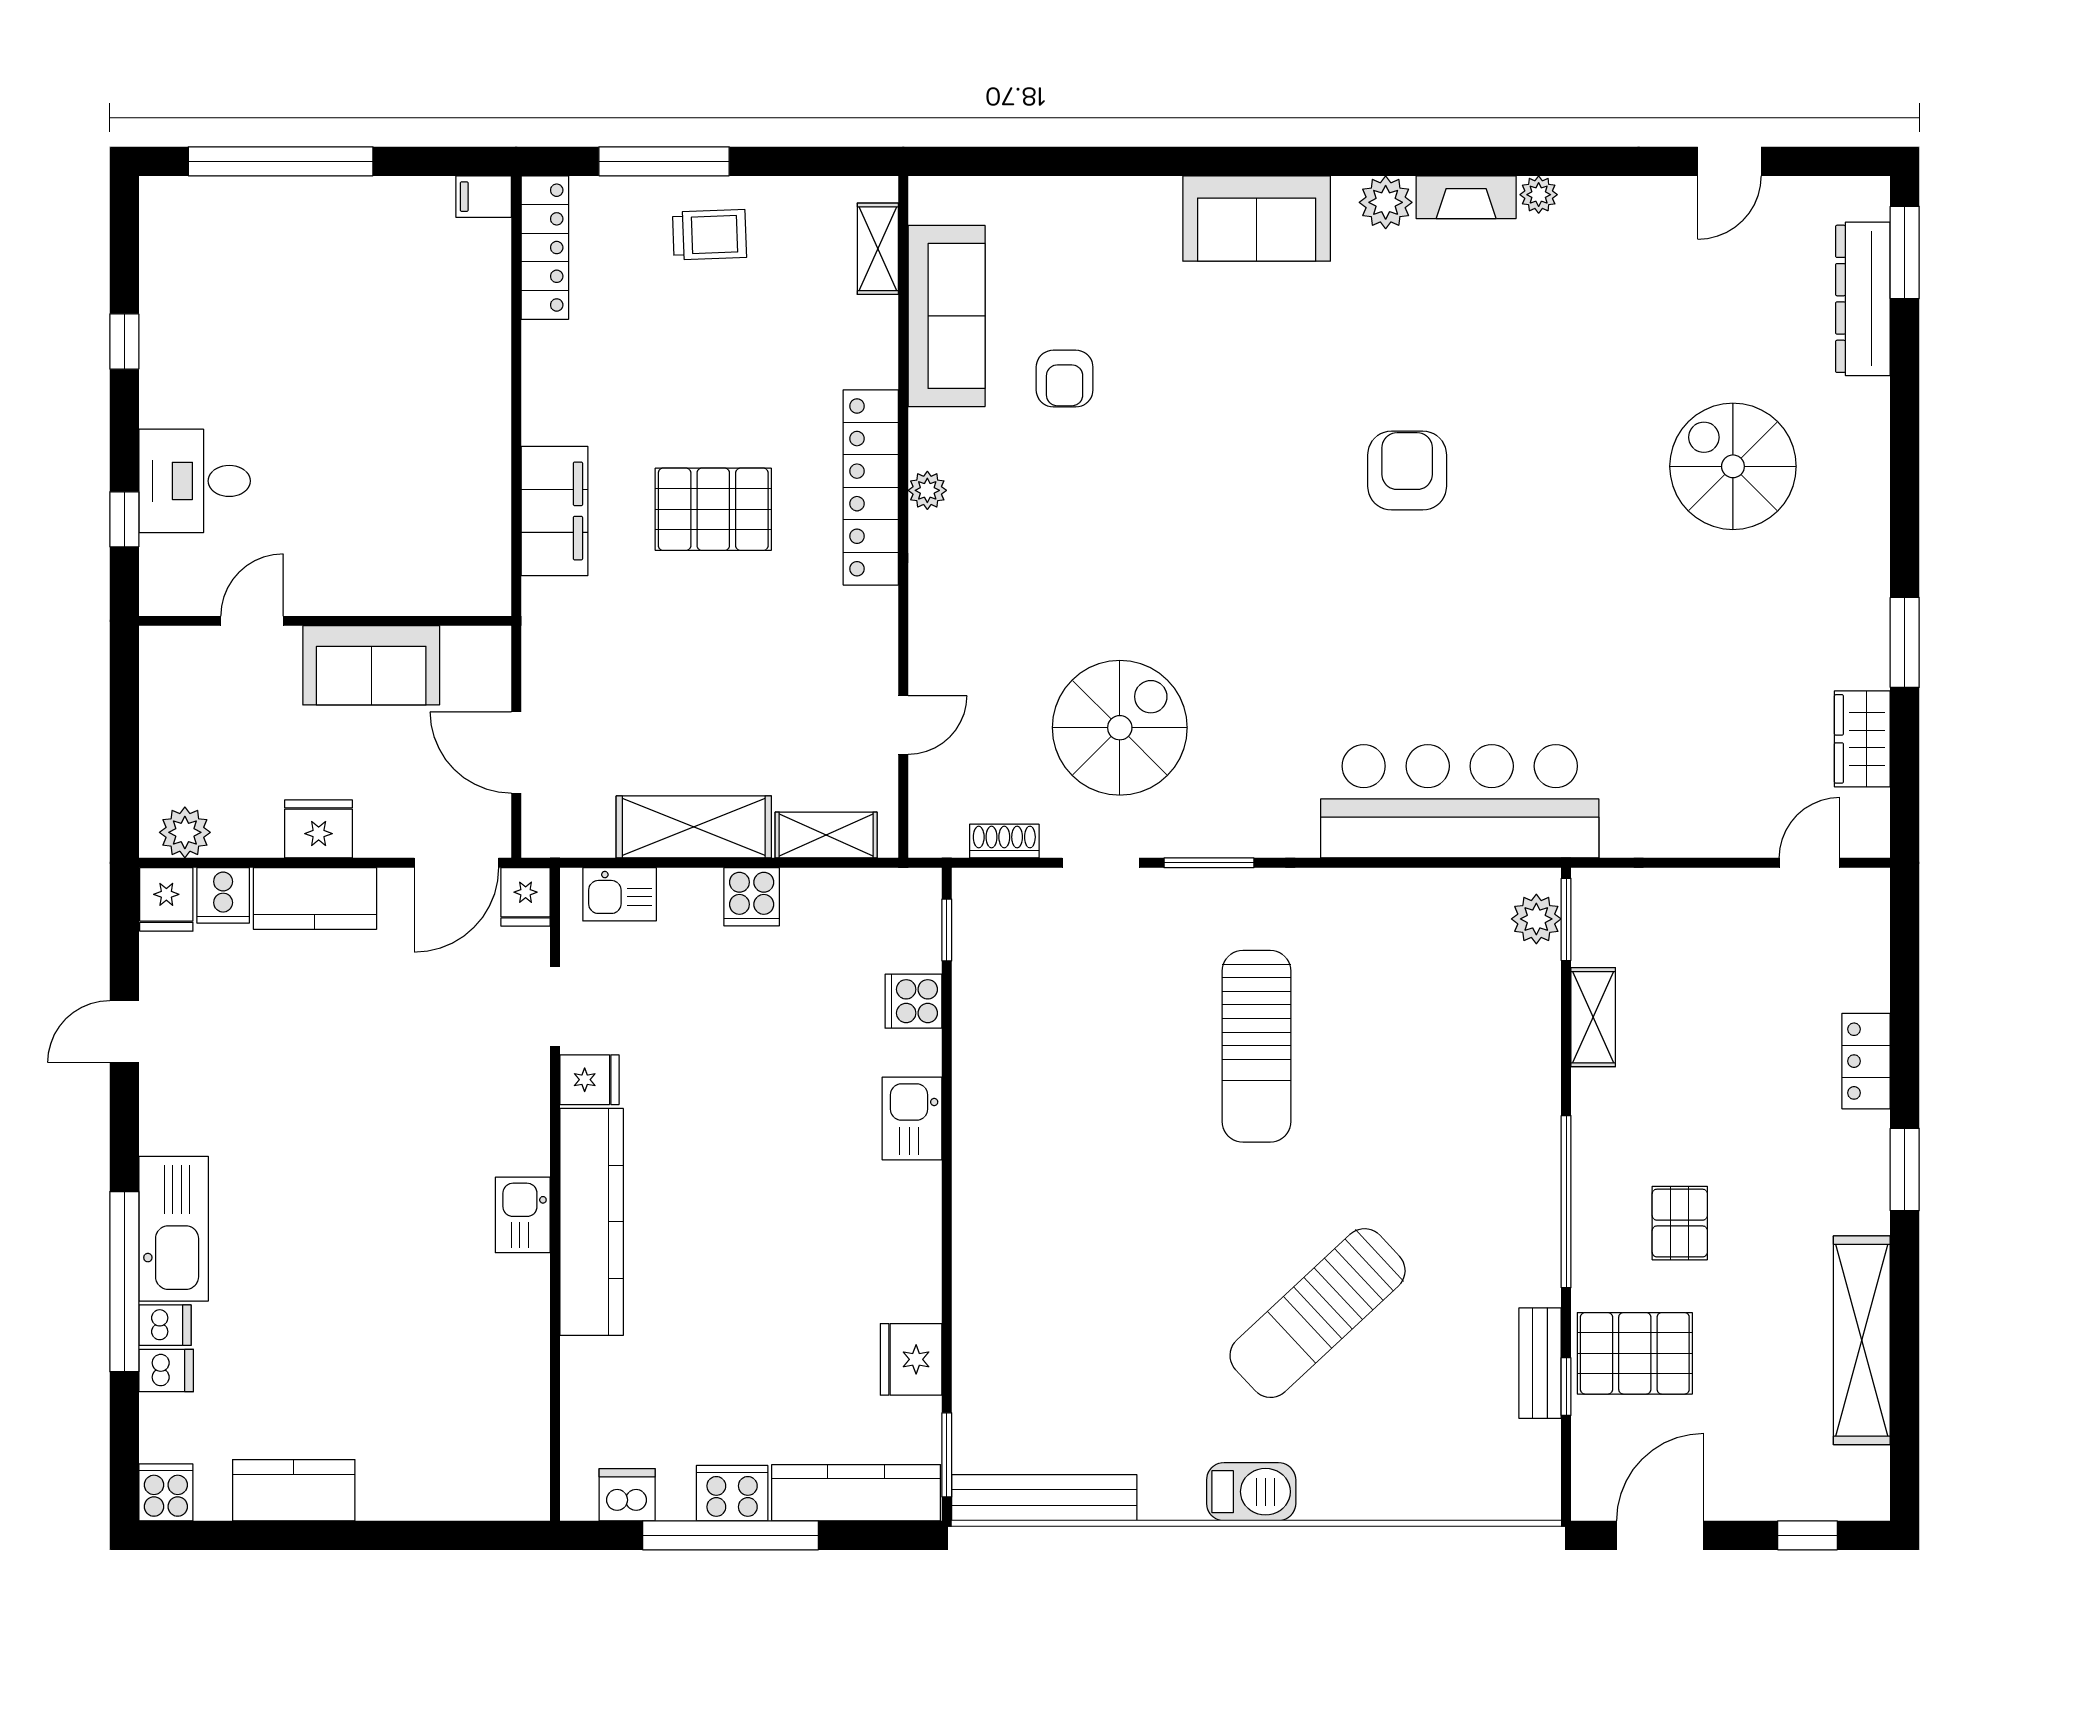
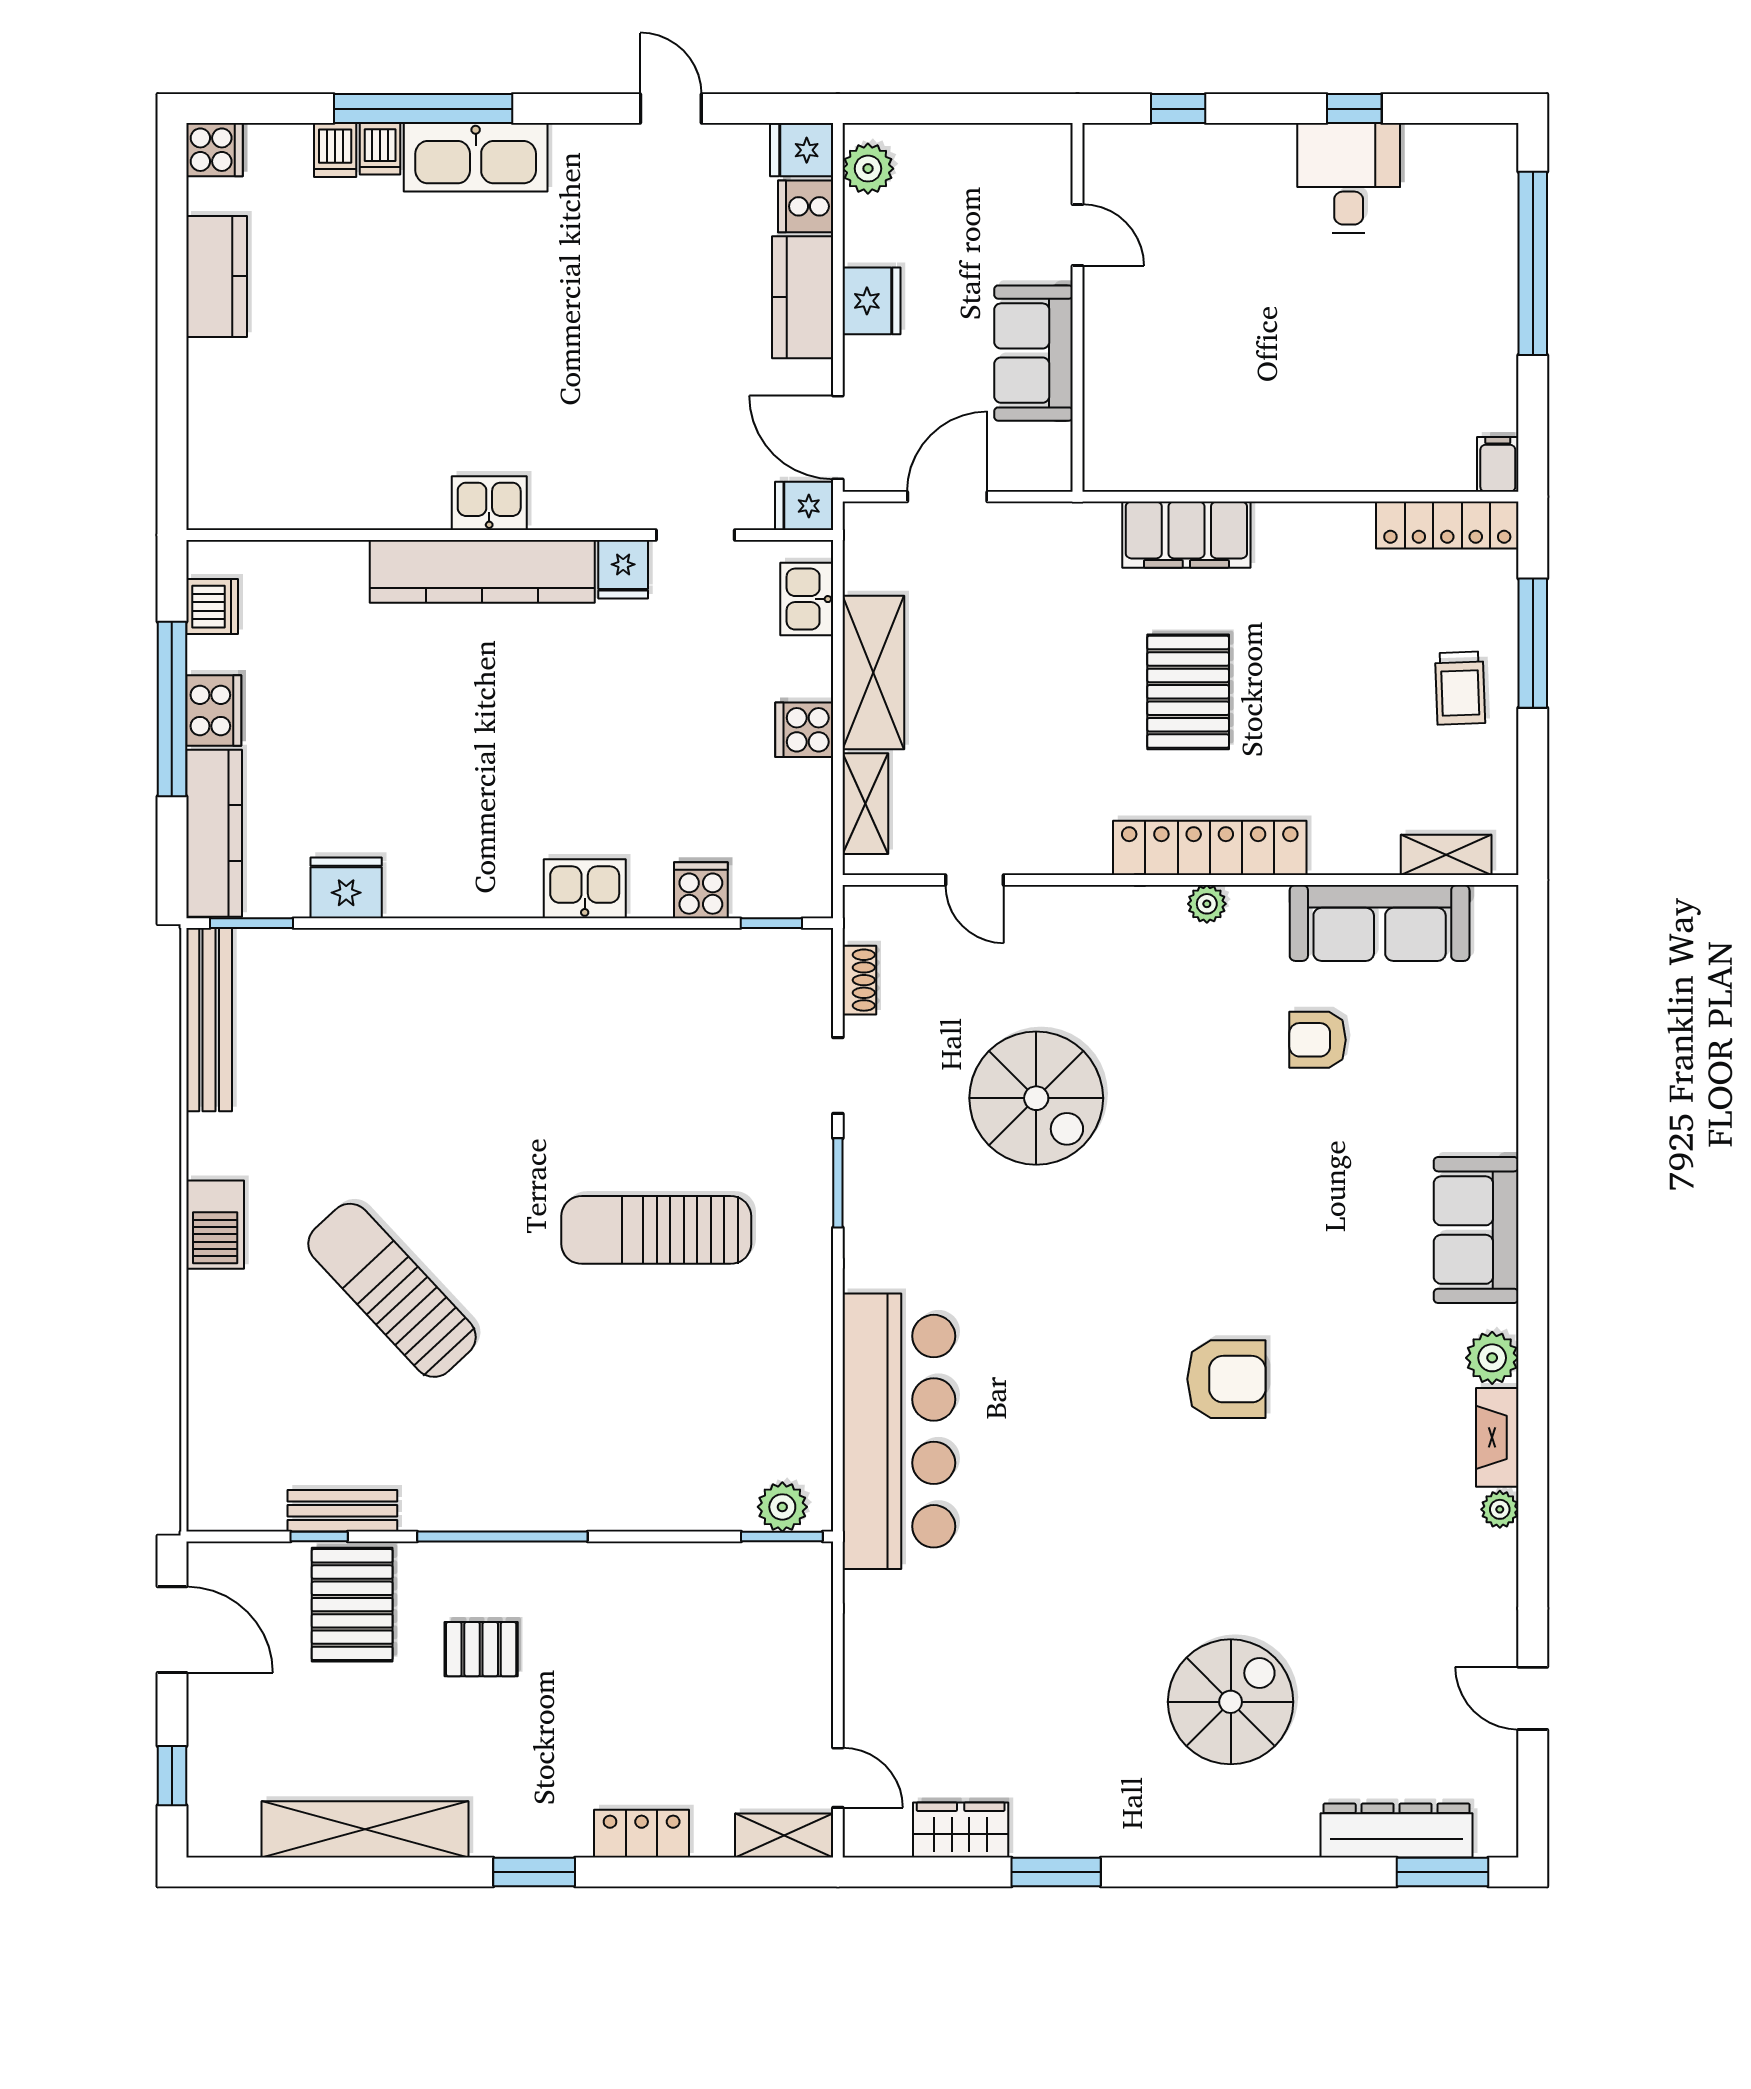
desk: (195, 481) -> (1349, 178), moved
spiral stairs: (1120, 728) -> (1036, 1098), moved
shelving: (1593, 1017) -> (784, 1835), moved

